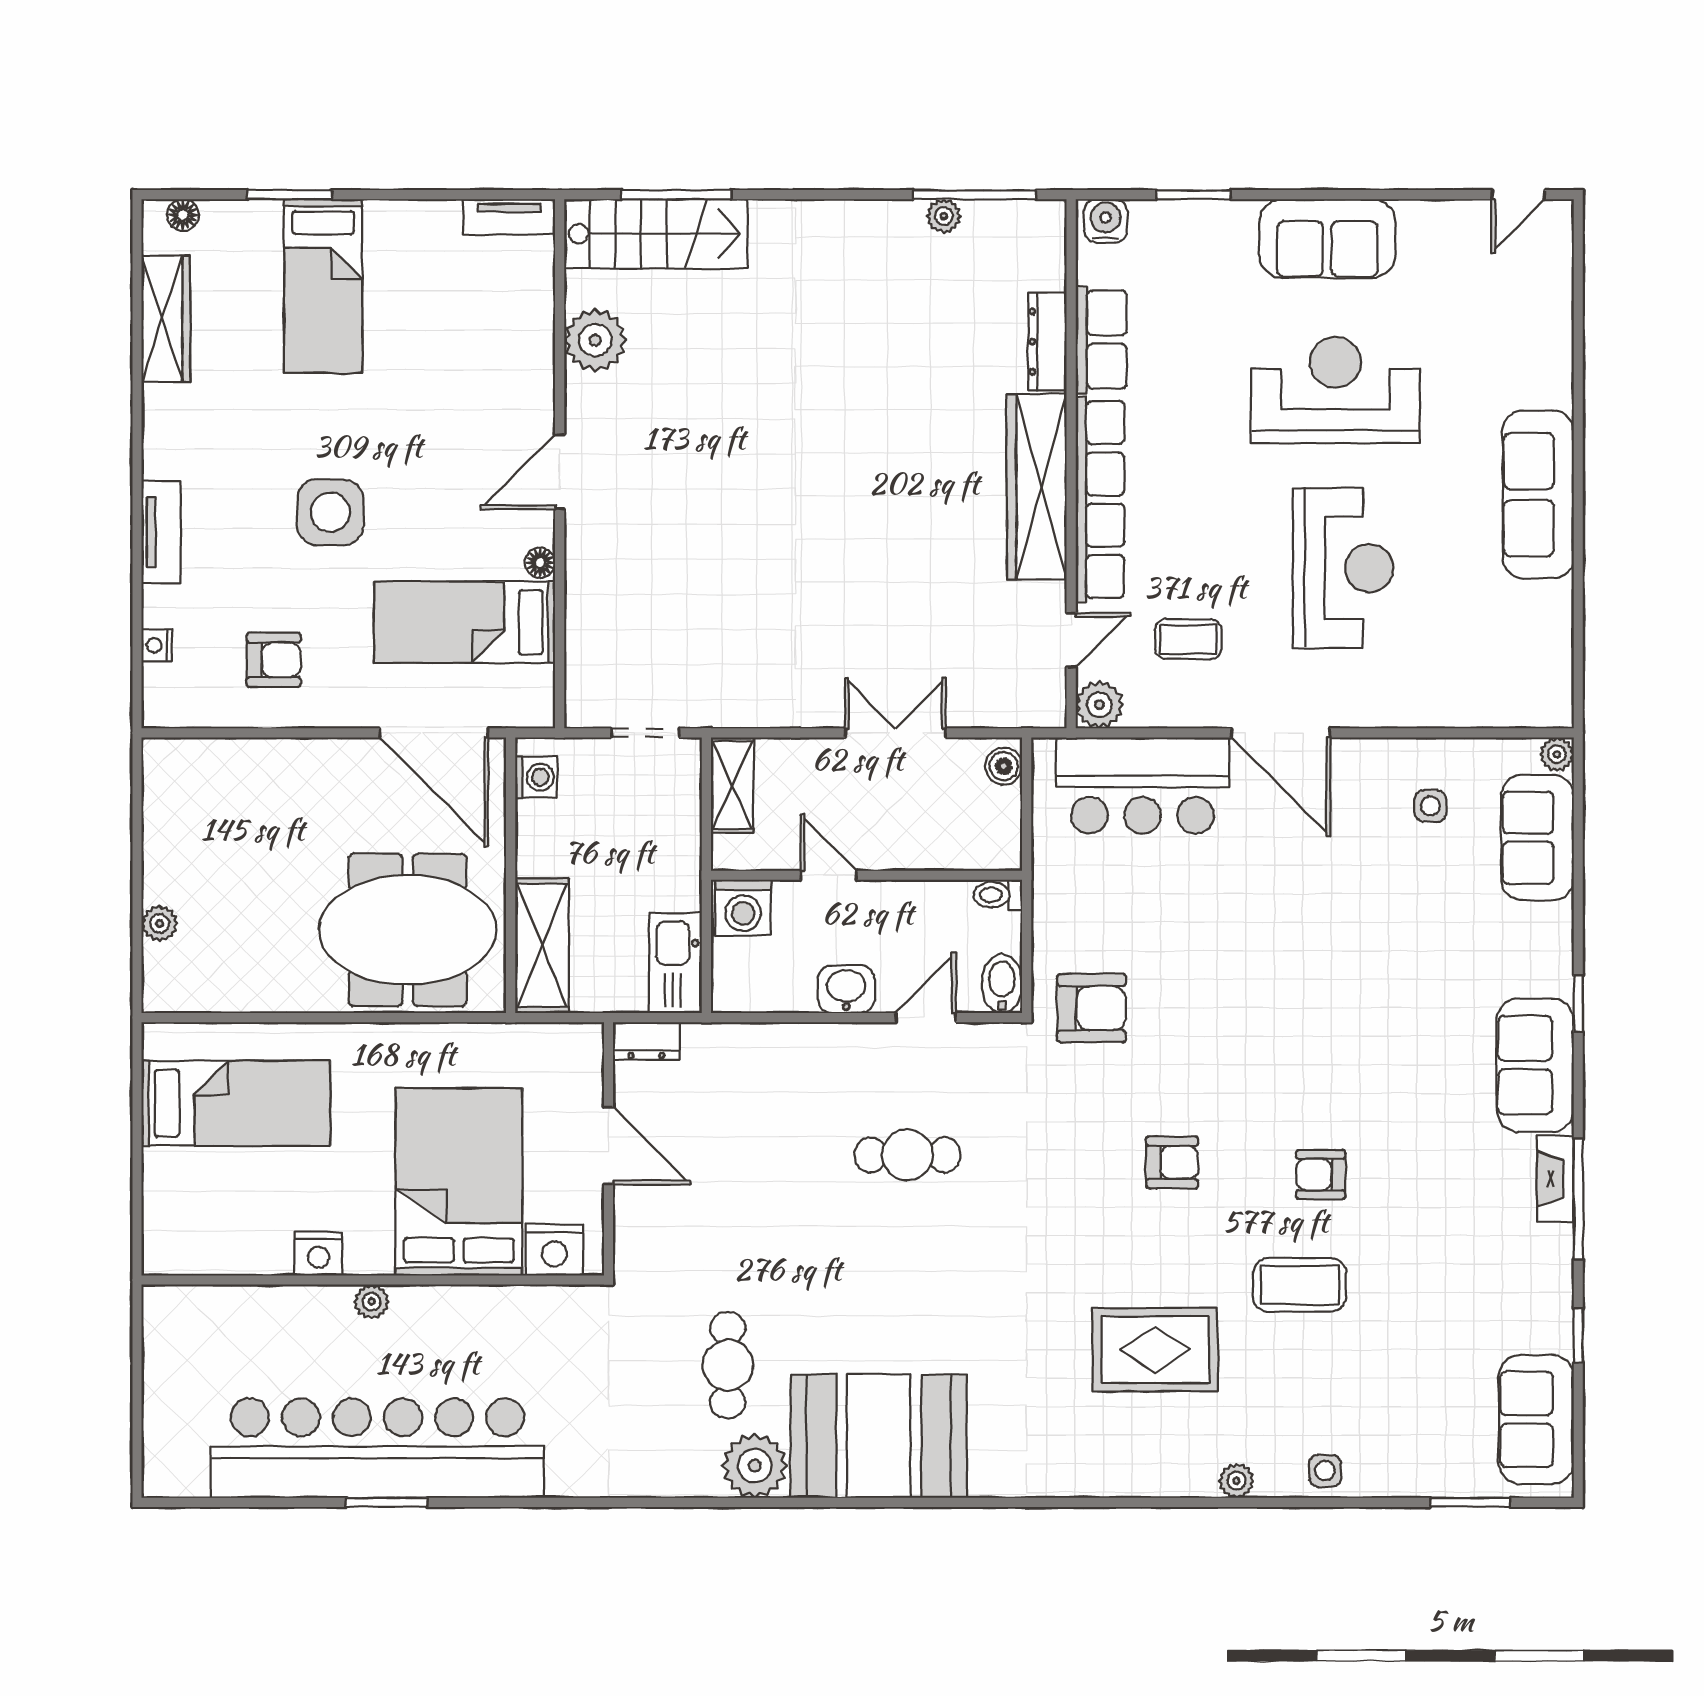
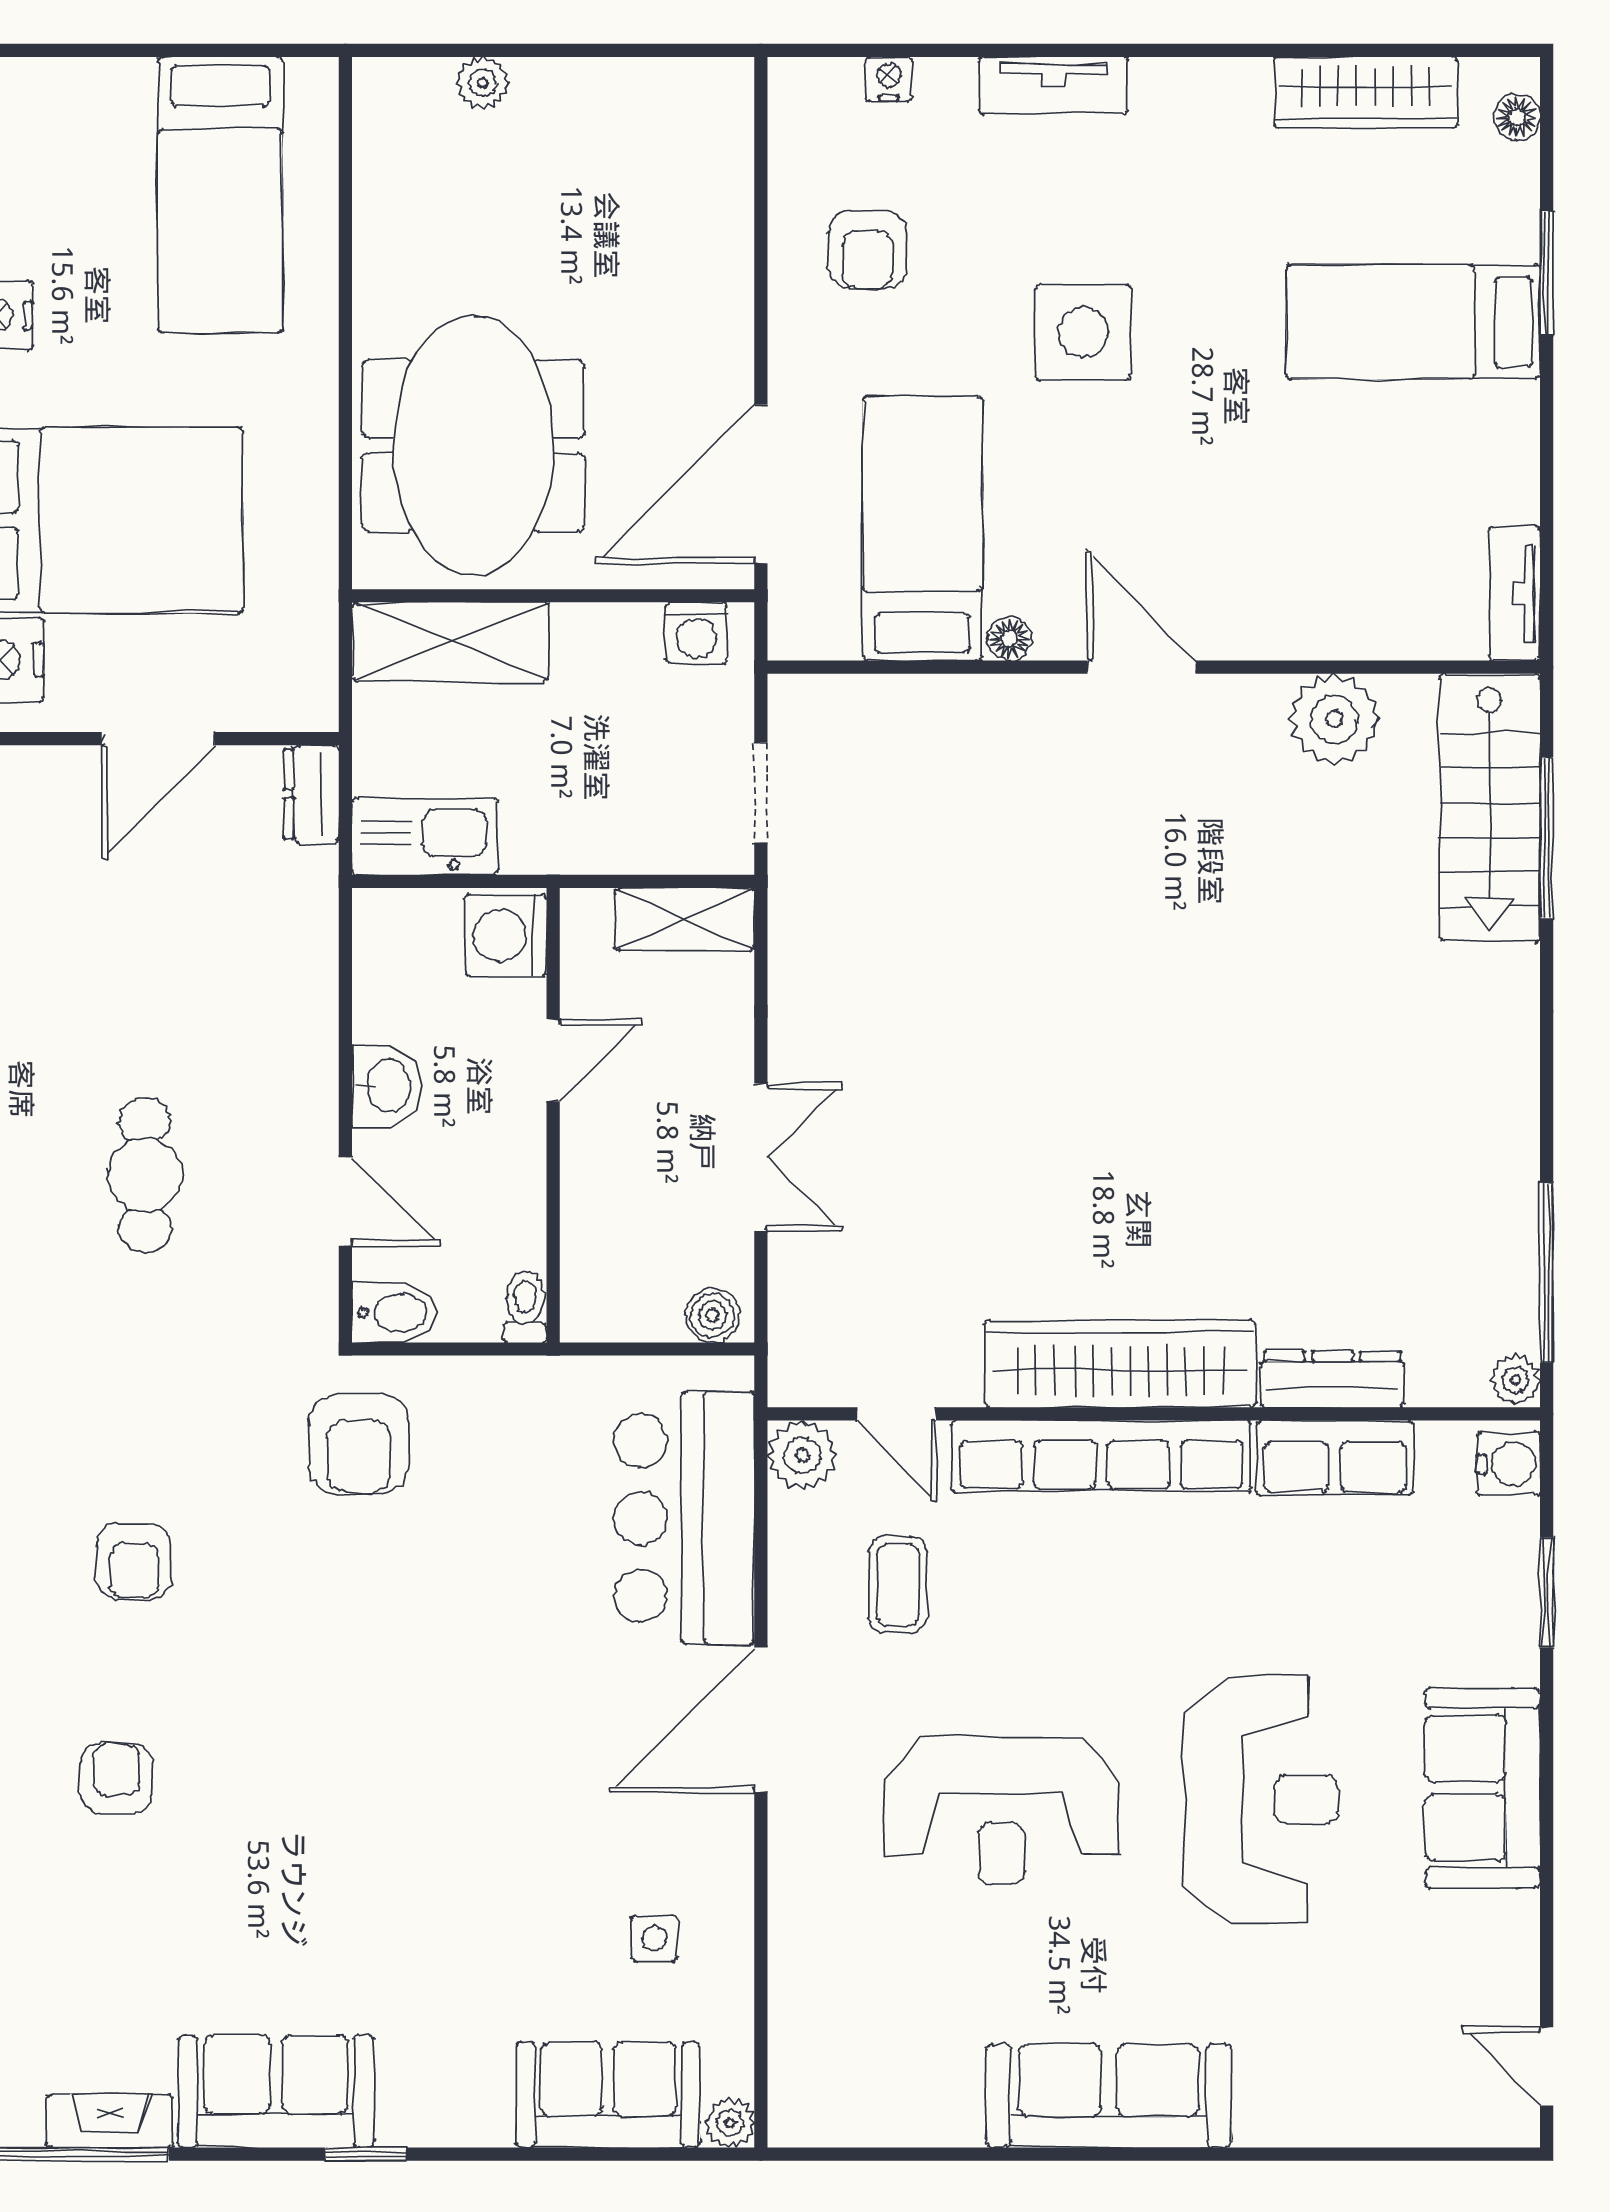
plant: (944, 216) -> (1515, 1380), moved

